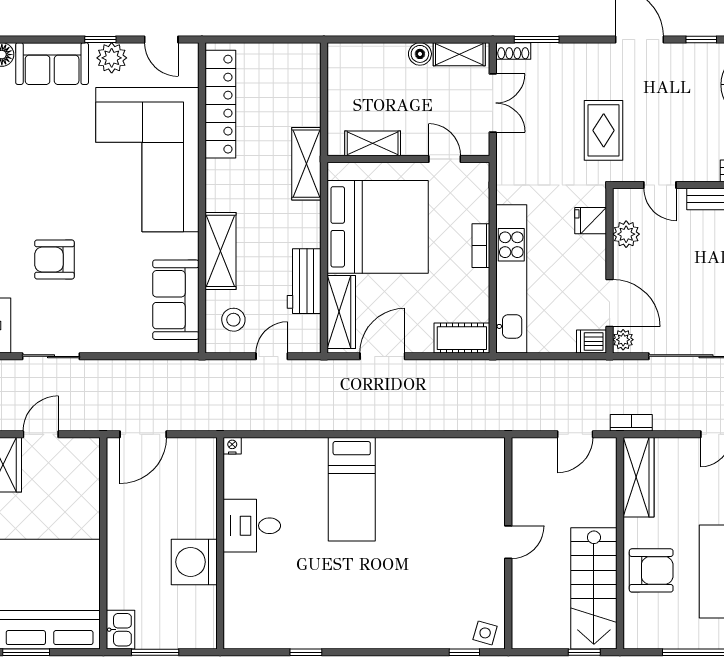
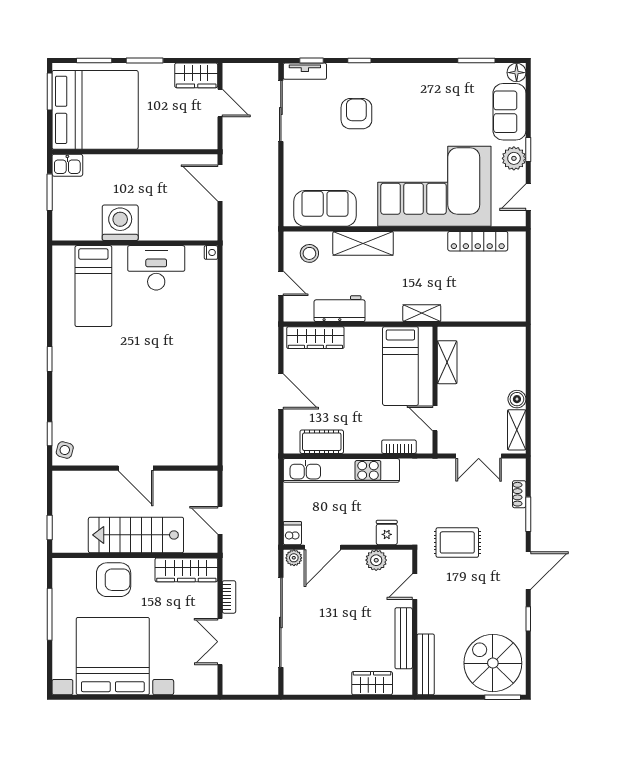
window: (537, 39) -> (528, 514), moved
shoe rack: (513, 51) -> (519, 494), moved
locker: (220, 104) -> (478, 241), width x0.71, depth x0.83
door: (445, 159) -> (435, 418), swing flipped
shelving: (306, 164) -> (422, 313), width x0.67, depth x0.75
bed: (378, 227) -> (400, 366), width x0.49
bookcase: (481, 246) -> (399, 447), moved
cot: (462, 338) -> (322, 442), moved, turned 90
sliding door: (51, 356) -> (281, 111), width x1.37
door: (382, 356) -> (281, 391), moved
bookcase: (631, 423) -> (229, 597), moved
bed: (352, 489) -> (93, 286), moved, turned -90
desk: (252, 526) -> (156, 268), width x1.37
door: (508, 542) -> (136, 468), width x1.38
armchair: (651, 570) -> (114, 580), turned -90
stairs: (594, 588) -> (136, 535), moved
window: (306, 652) -> (50, 359), moved

